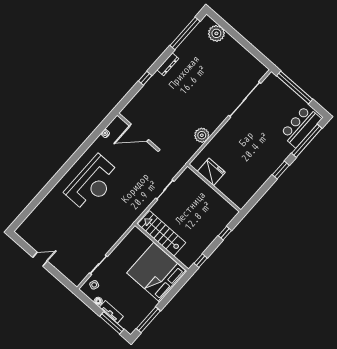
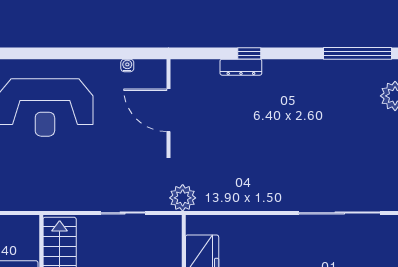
dresser: (168, 64) -> (241, 67), moved
plant: (202, 135) -> (183, 198), moved

